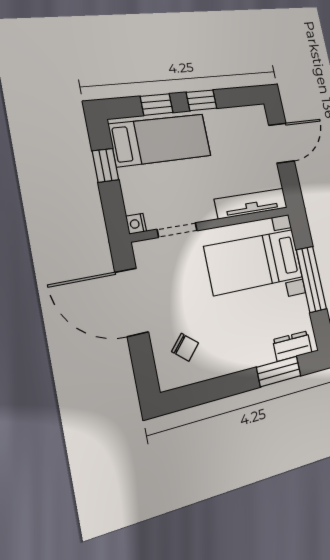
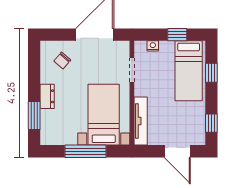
window: (202, 100) -> (211, 123), moved
nightstand: (136, 224) -> (153, 46), moved
dresser: (292, 346) -> (47, 96), moved

